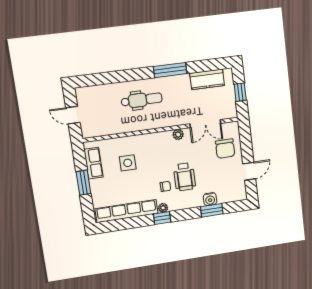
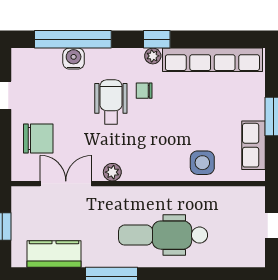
dental chair: (142, 100) -> (163, 235), width x1.36, depth x1.38
chair: (225, 149) -> (38, 138), turned 90
side table: (128, 163) -> (202, 163), moved
window: (212, 210) -> (73, 39), width x2.11

